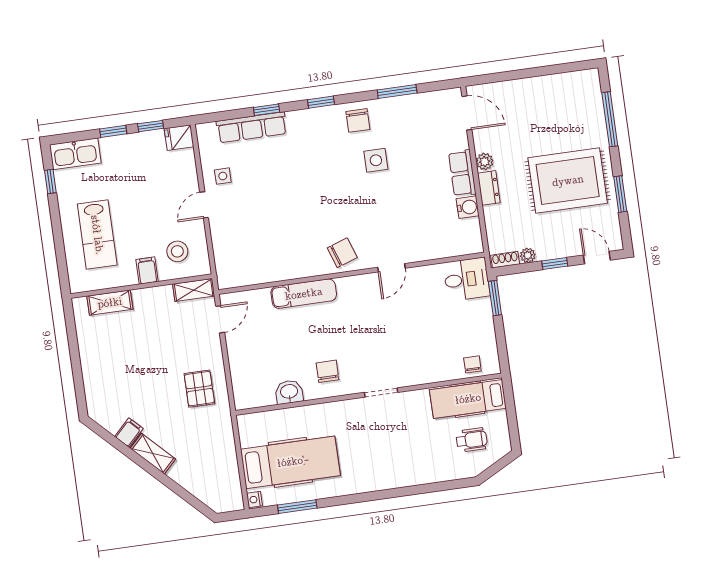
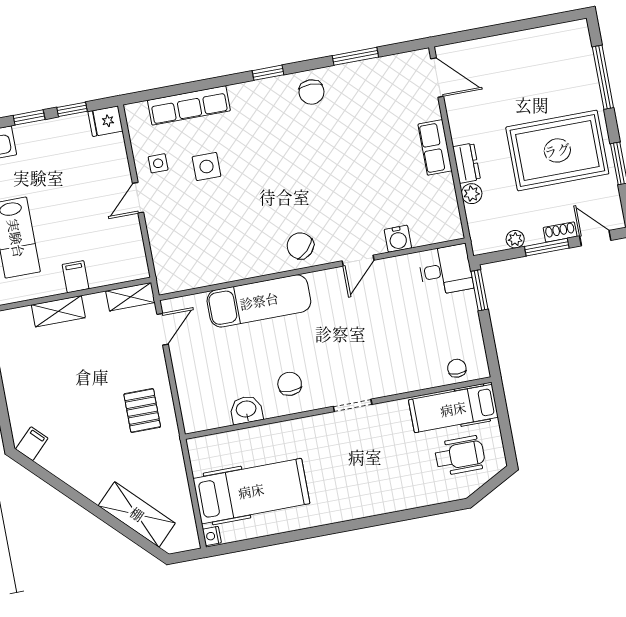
window: (267, 110) -> (205, 84), removed
side table: (376, 160) -> (207, 167), moved
plant: (485, 162) -> (472, 194), moved
water cooler: (468, 207) -> (398, 239), moved, turned 90
stool: (177, 251) -> (110, 253), removed
chair: (342, 253) -> (300, 246), turned -116
shoe rack: (505, 260) -> (560, 232), moved
window: (555, 264) -> (547, 247), width x1.50
exam couch: (304, 294) -> (259, 301), width x1.36, depth x1.45
shelving: (110, 303) -> (58, 311), moved
filing cabinet: (129, 433) -> (32, 444), moved
wheelchair: (472, 440) -> (460, 456), width x1.36, depth x1.37
shelving: (153, 454) -> (137, 514), moved, width x1.50, depth x1.33
window: (297, 507) -> (262, 542), removed

